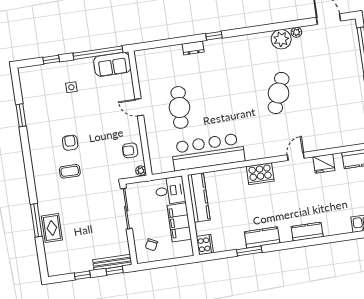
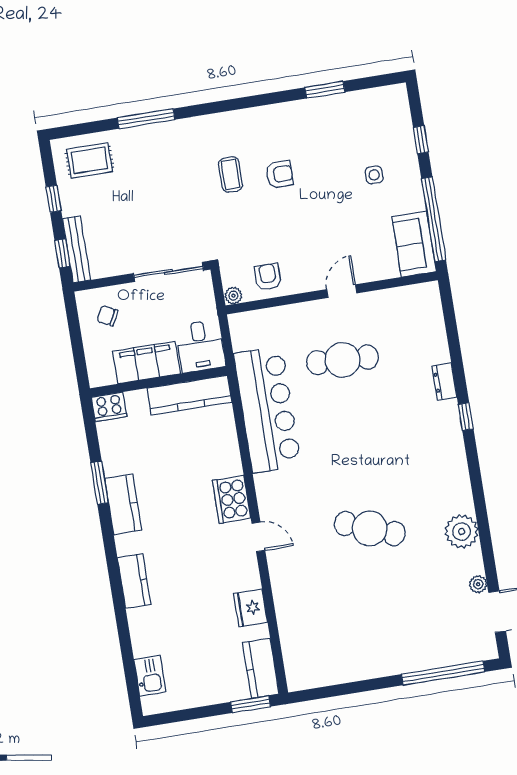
plant: (296, 32) -> (478, 584), moved
door: (296, 156) -> (258, 537), moved
rug: (52, 228) -> (89, 160), moved

